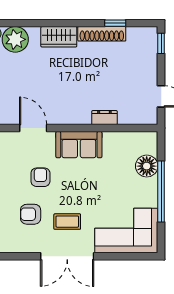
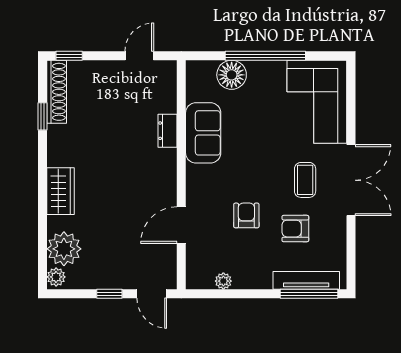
shoe rack: (102, 34) -> (57, 92), moved
sofa: (79, 145) -> (203, 133), moved
armchair: (40, 177) -> (246, 215), turned 90
armchair: (31, 214) -> (295, 229), turned 90

